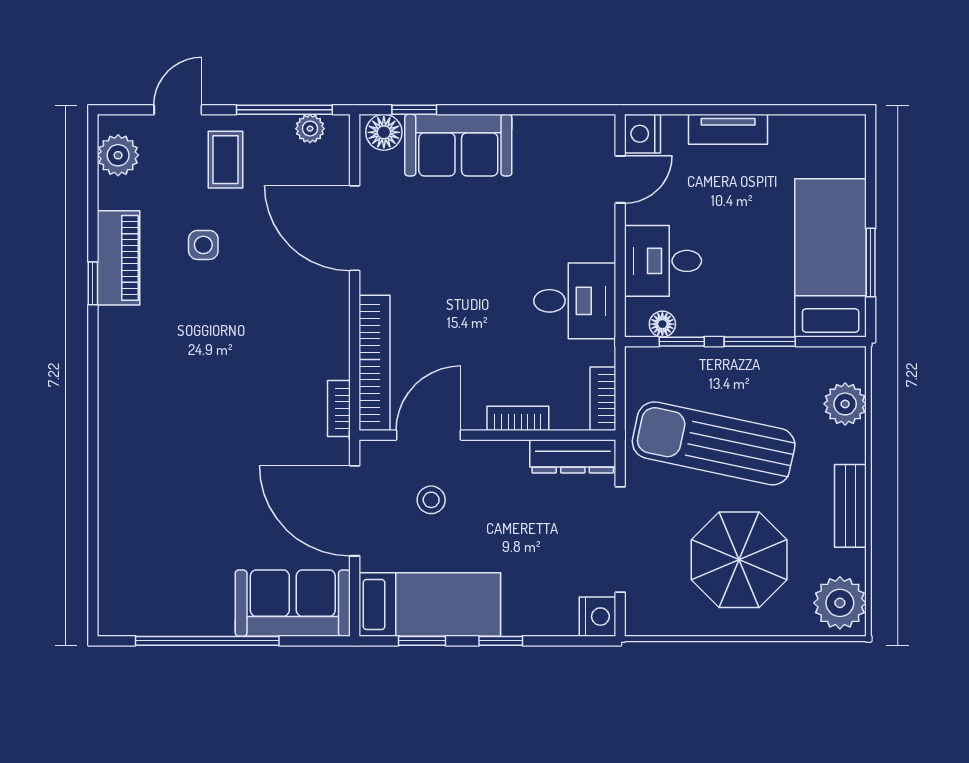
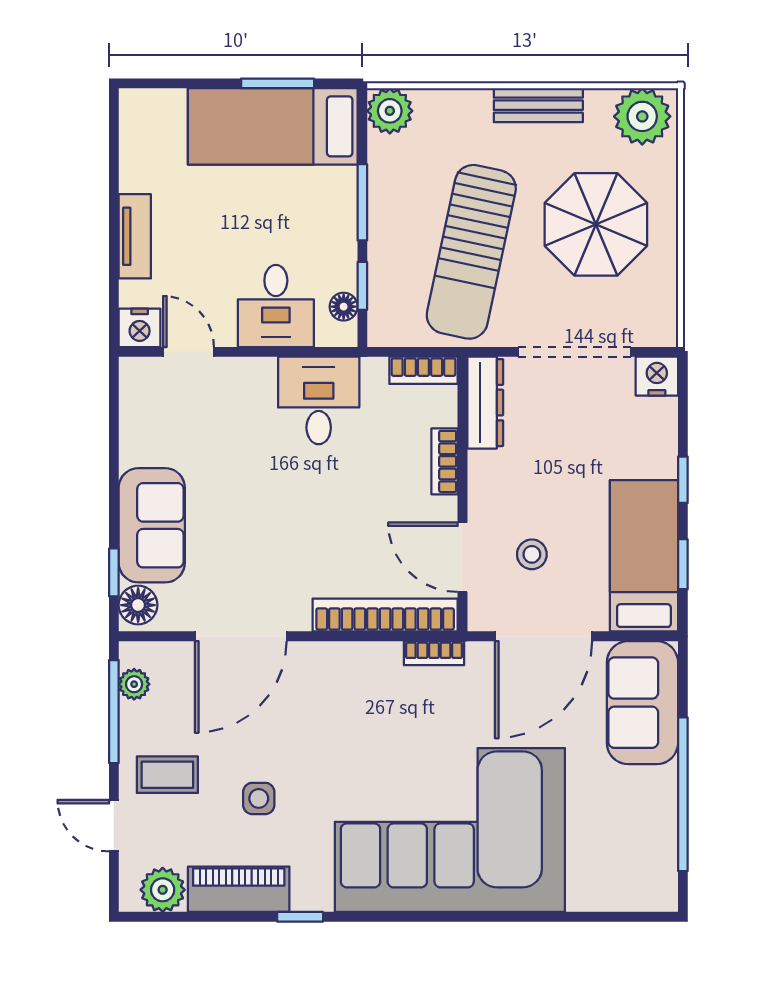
piano: (119, 258) -> (239, 889), moved
plant: (845, 404) -> (390, 111), moved
corner sofa: (174, 423) -> (450, 830), added

